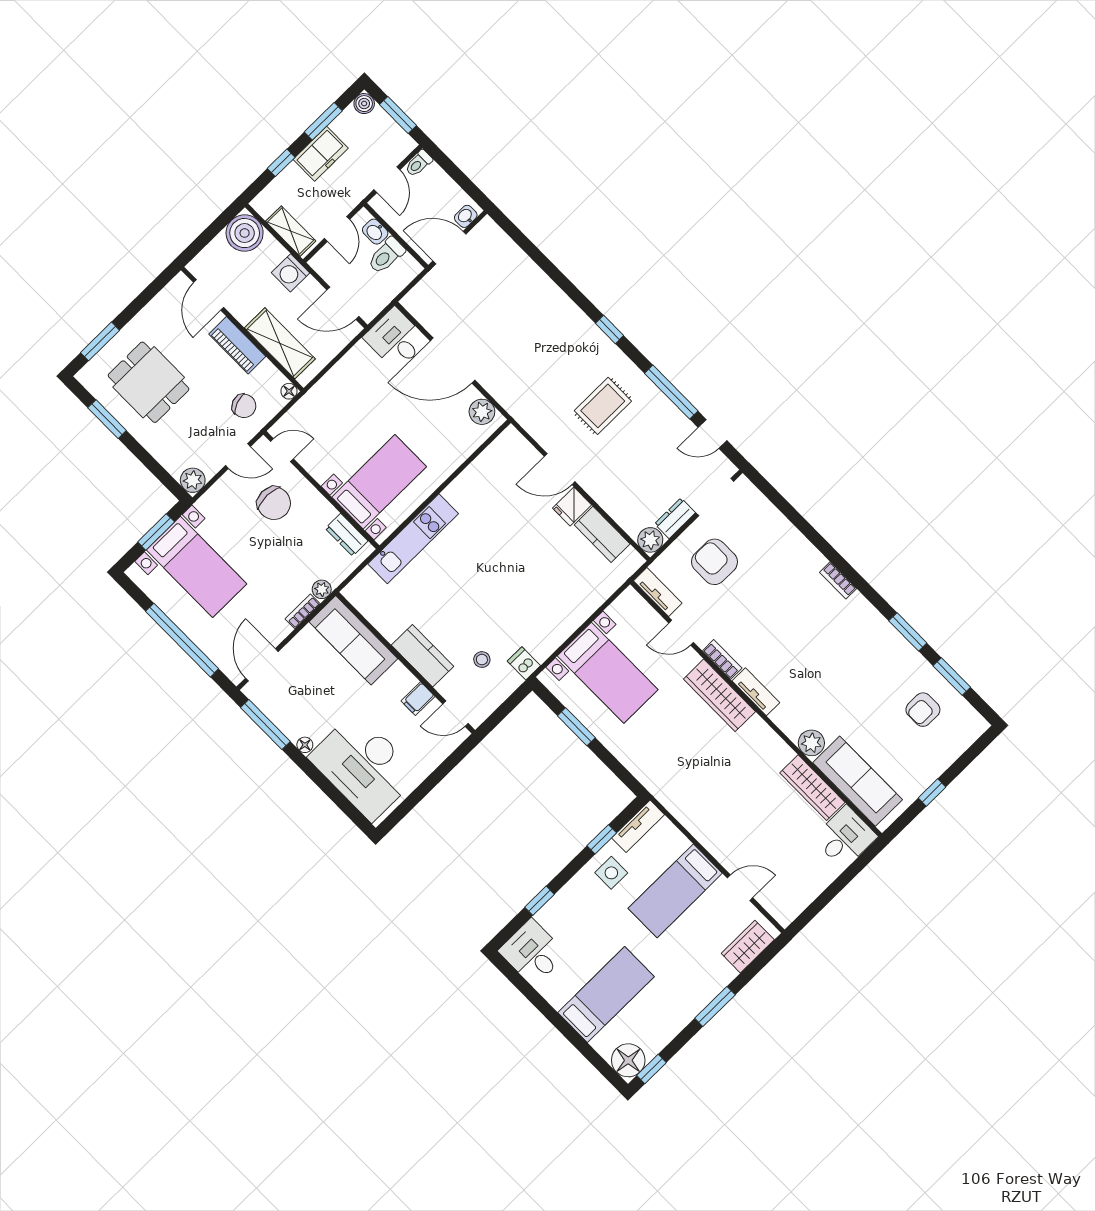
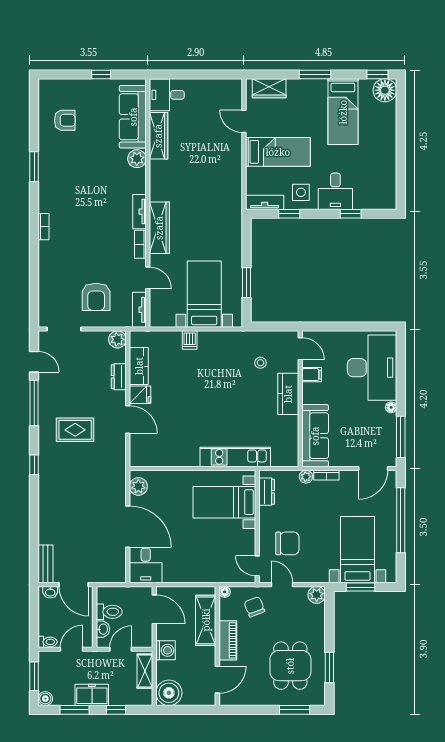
bench: (499, 240) -> (45, 564), added
chair: (274, 503) -> (287, 543), turned 90
dresser: (675, 518) -> (119, 377), moved, turned 90
dishwasher: (524, 663) -> (190, 340), moved
window: (952, 677) -> (34, 123), removed
desk: (533, 952) -> (335, 191), moved
bed: (606, 995) -> (343, 112), moved, turned -90

